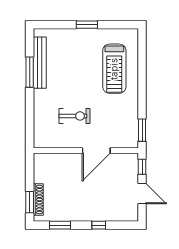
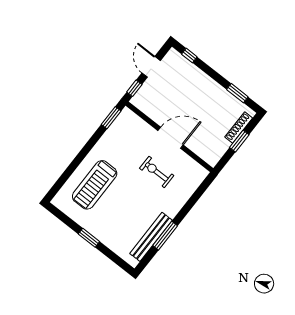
treadmill: (114, 69) -> (95, 185), turned 180
door: (96, 151) -> (171, 138), moved
window: (30, 202) -> (239, 141), moved
window: (99, 225) -> (189, 55), moved

